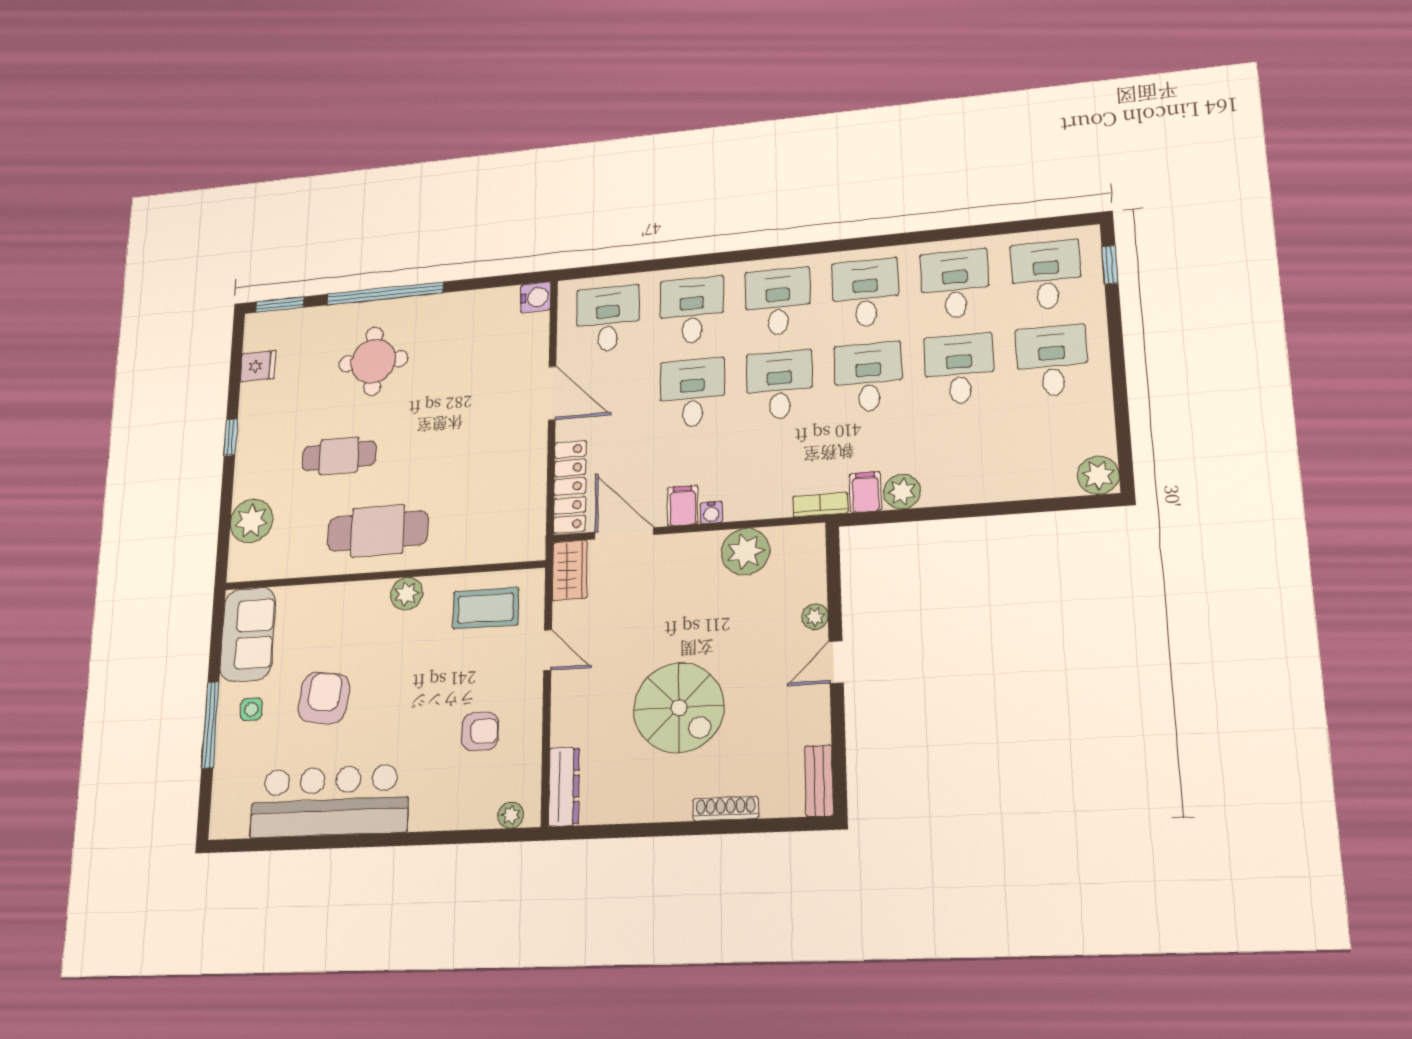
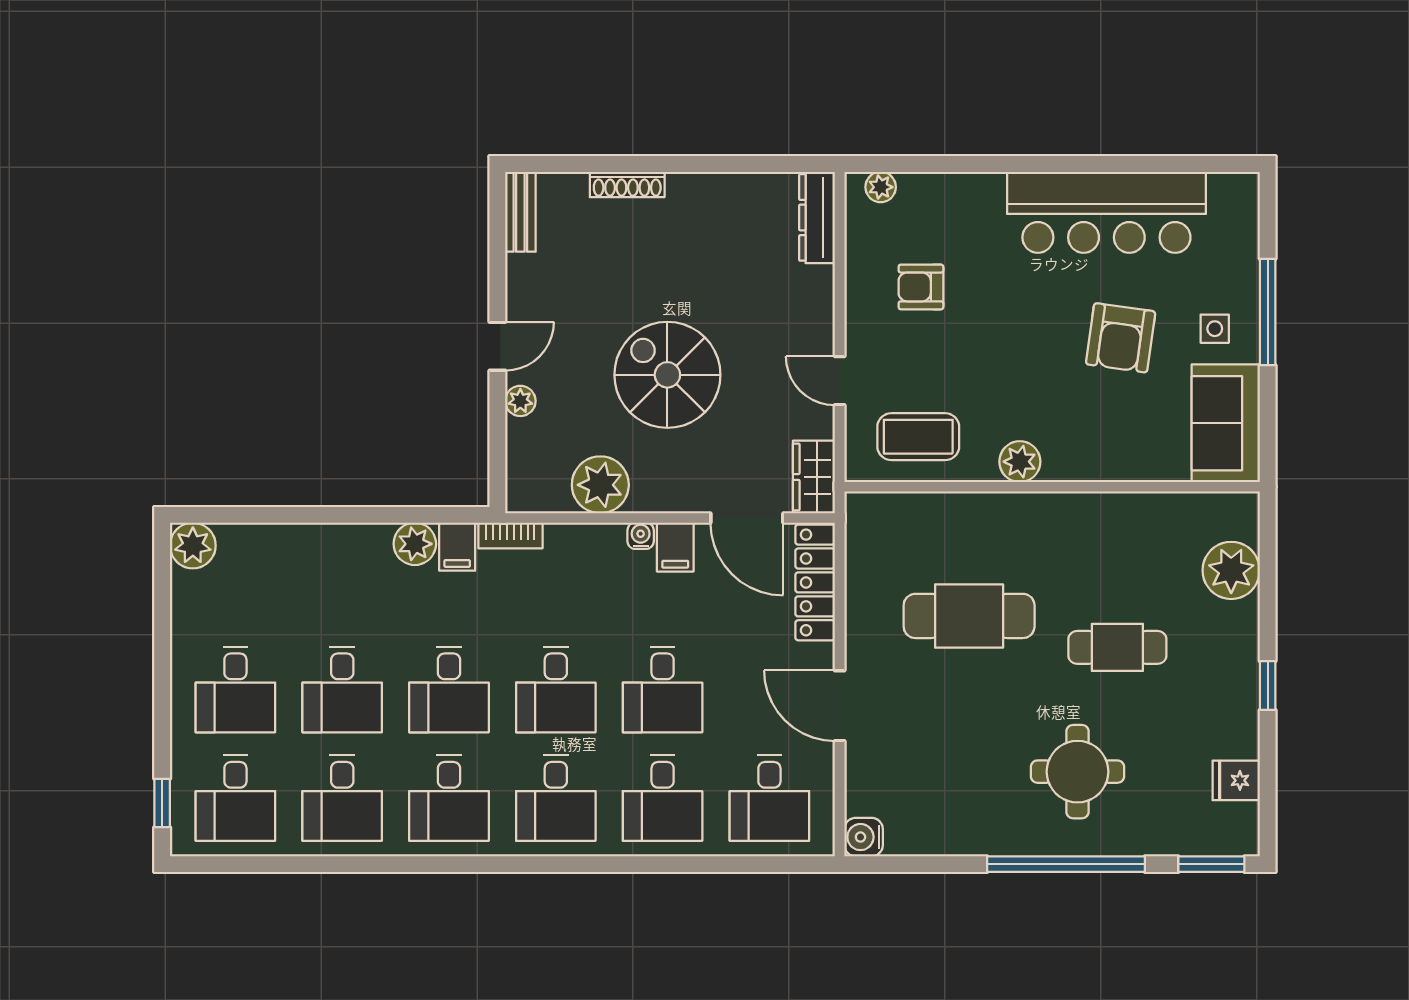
cafe table: (378, 531) -> (969, 616), moved
spiral stairs: (679, 708) -> (667, 375), moved

